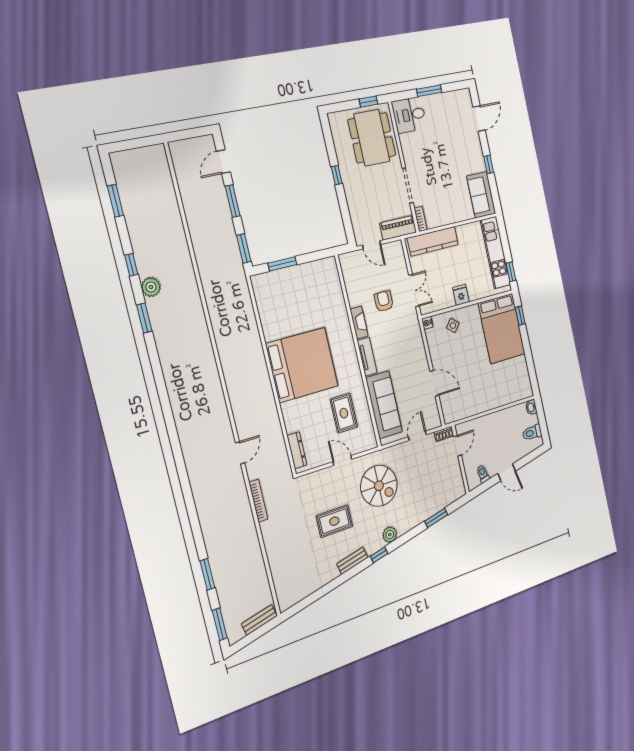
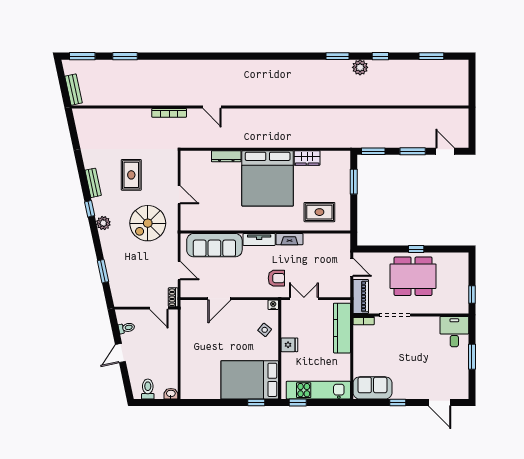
dining table: (372, 138) -> (413, 276), moved
door: (372, 245) -> (352, 267), swing flipped
double door: (414, 291) -> (304, 299), swing flipped
armchair: (384, 301) -> (276, 278), moved
wardrobe: (270, 325) -> (307, 158), added
rug: (344, 413) -> (319, 212), moved
dresser: (297, 450) -> (226, 156), moved
door: (342, 460) -> (179, 195), hinge flipped

